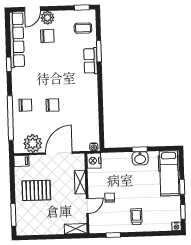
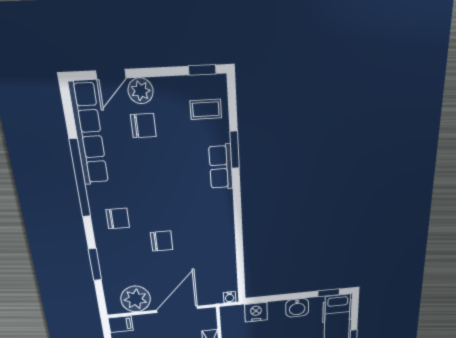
window: (9, 64) -> (80, 178), width x3.17
chair: (25, 105) -> (118, 218), moved
window: (10, 118) -> (95, 264), width x0.47
window: (140, 149) -> (329, 293), moved
nightstand: (94, 161) -> (256, 312), moved, turned 90

